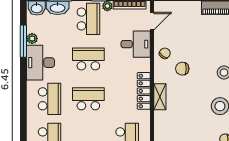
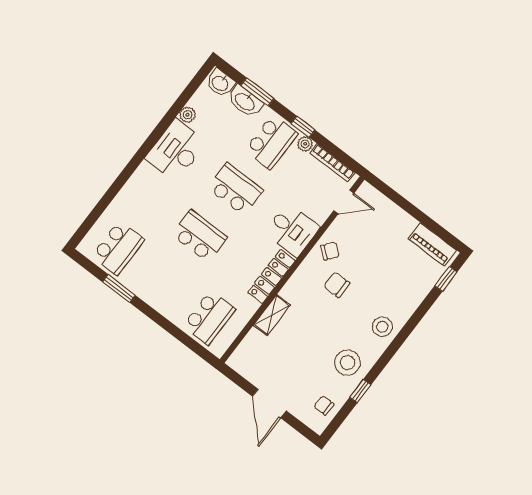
window: (23, 41) -> (175, 110), removed
desk: (136, 44) -> (292, 230), moved
shelving: (160, 97) -> (272, 315), moved
school desk: (50, 99) -> (154, 201), removed

